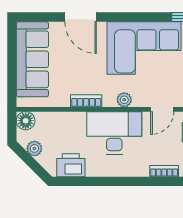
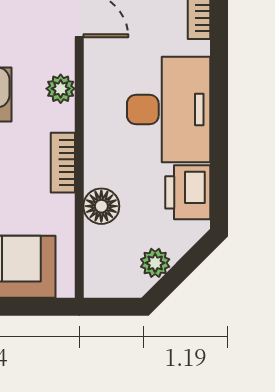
floor lamp: (26, 121) -> (101, 206), moved
desk: (114, 133) -> (169, 110), moved, turned 180

